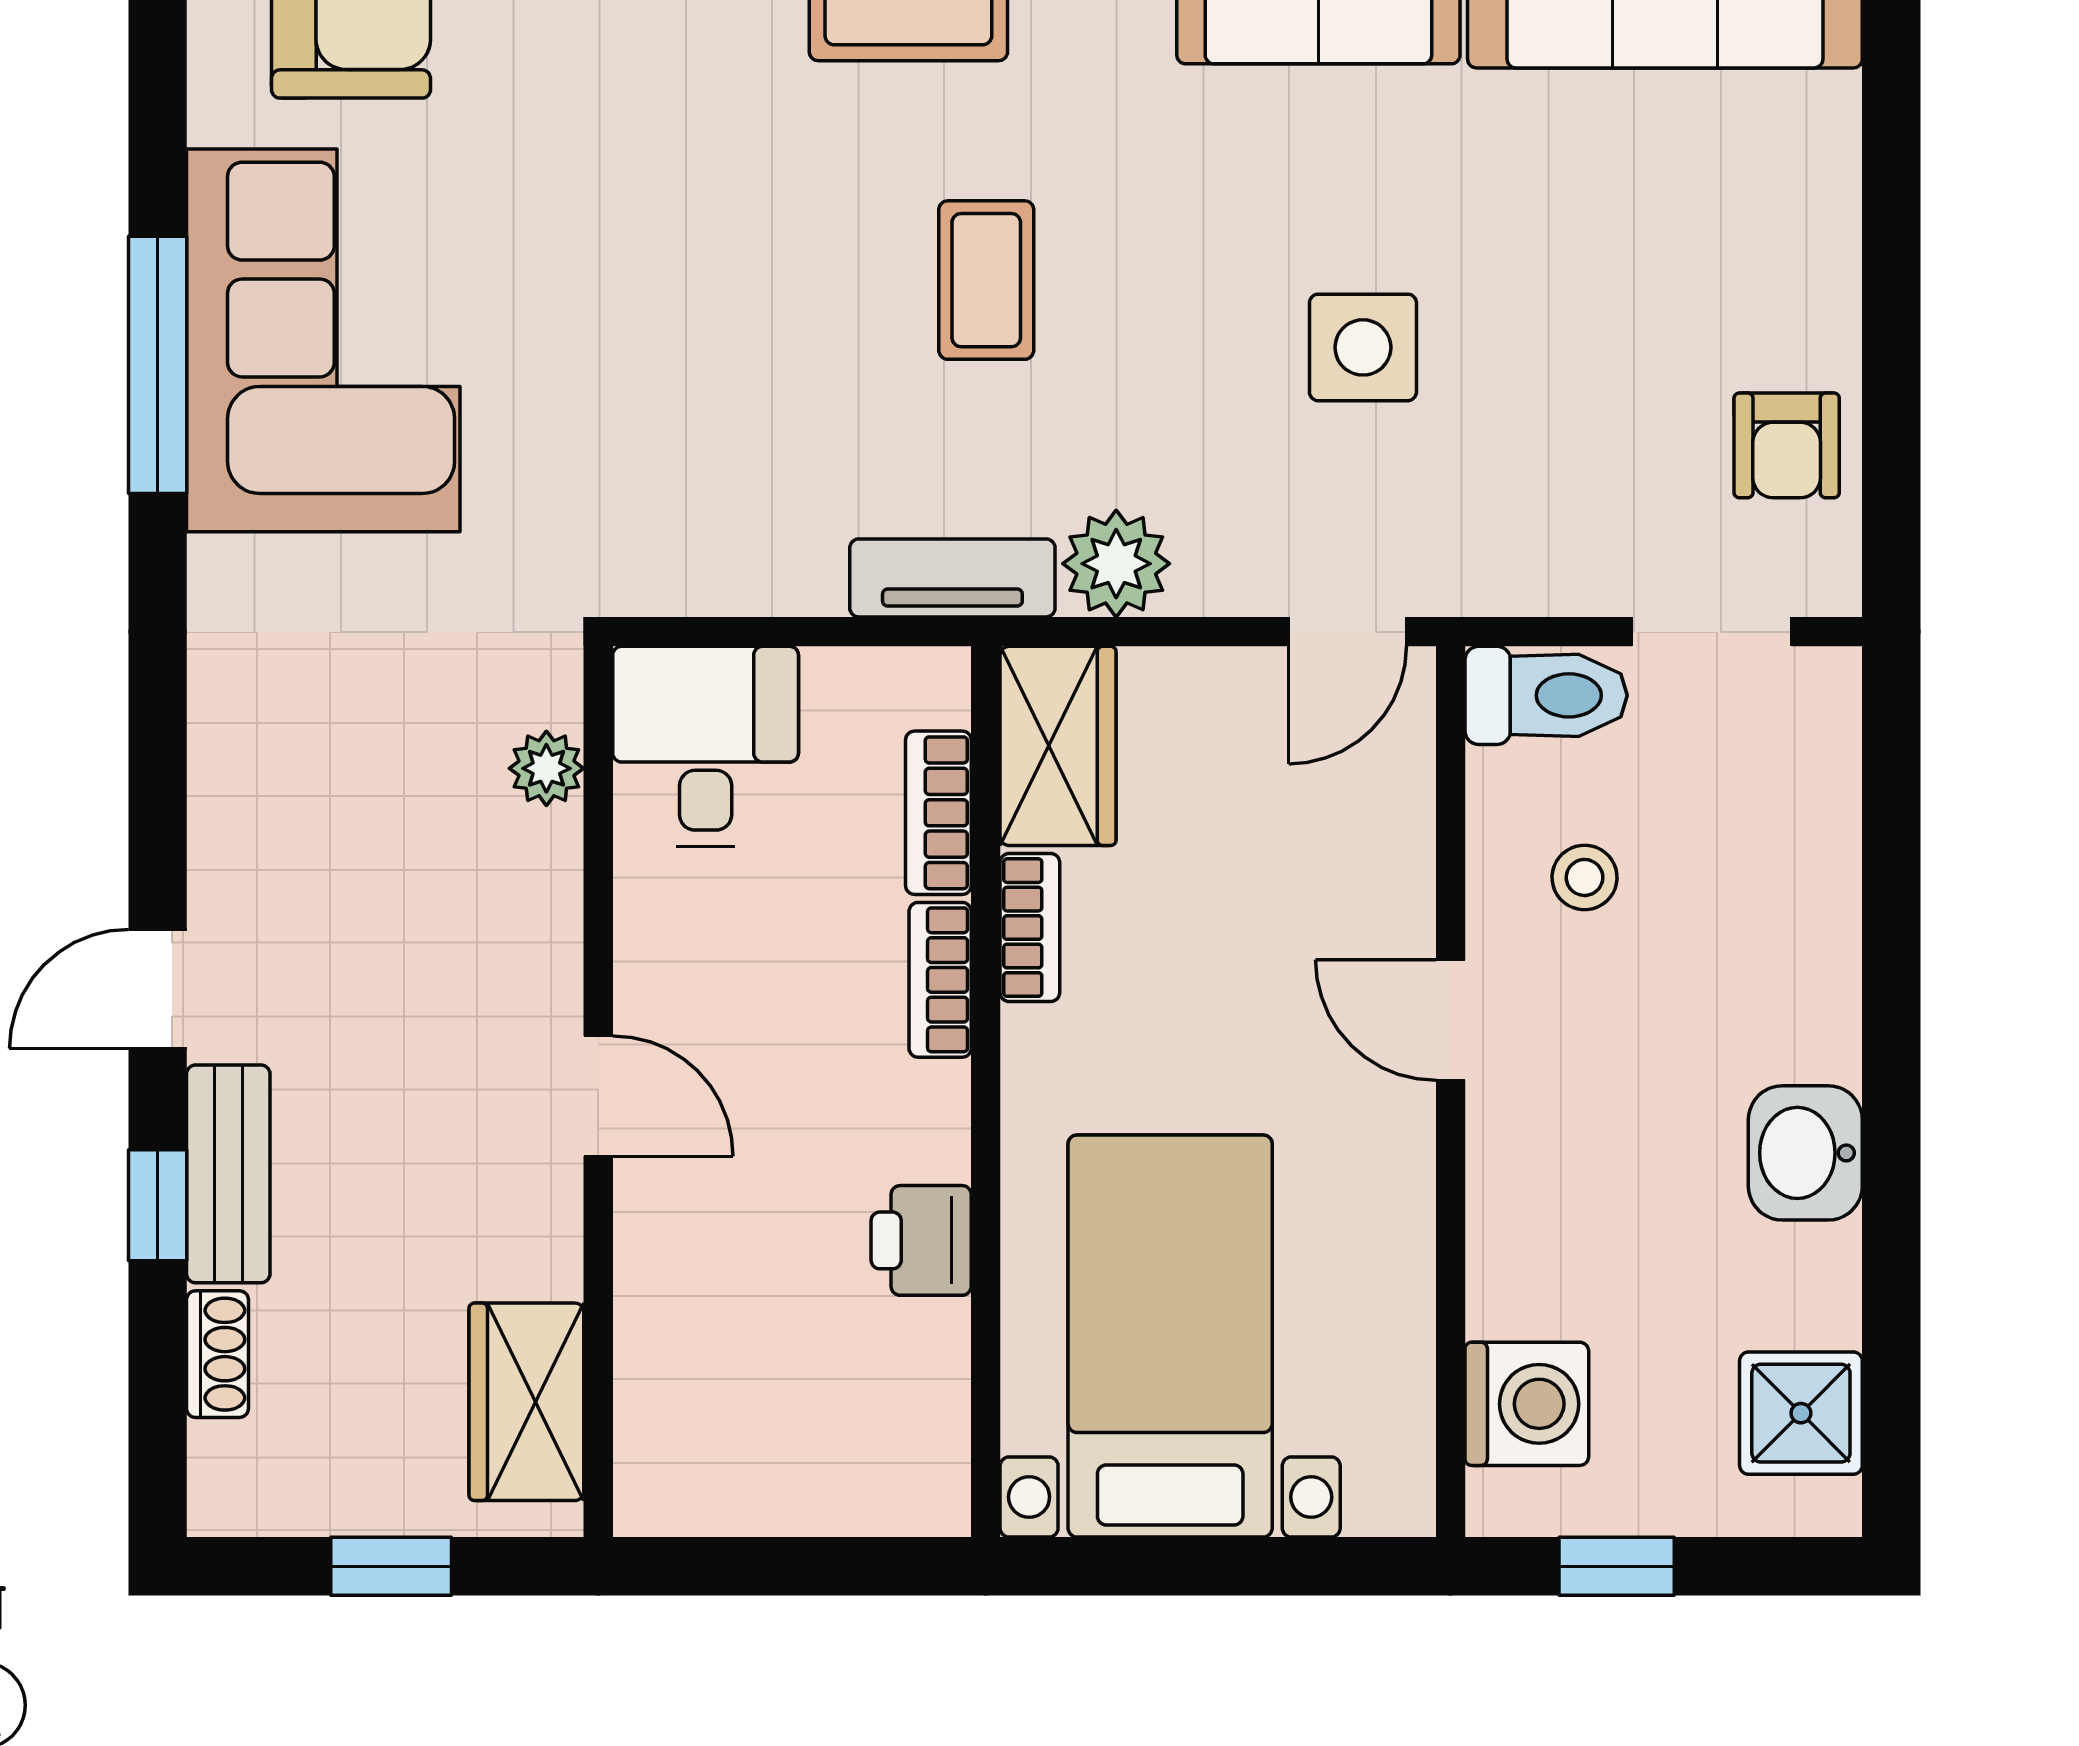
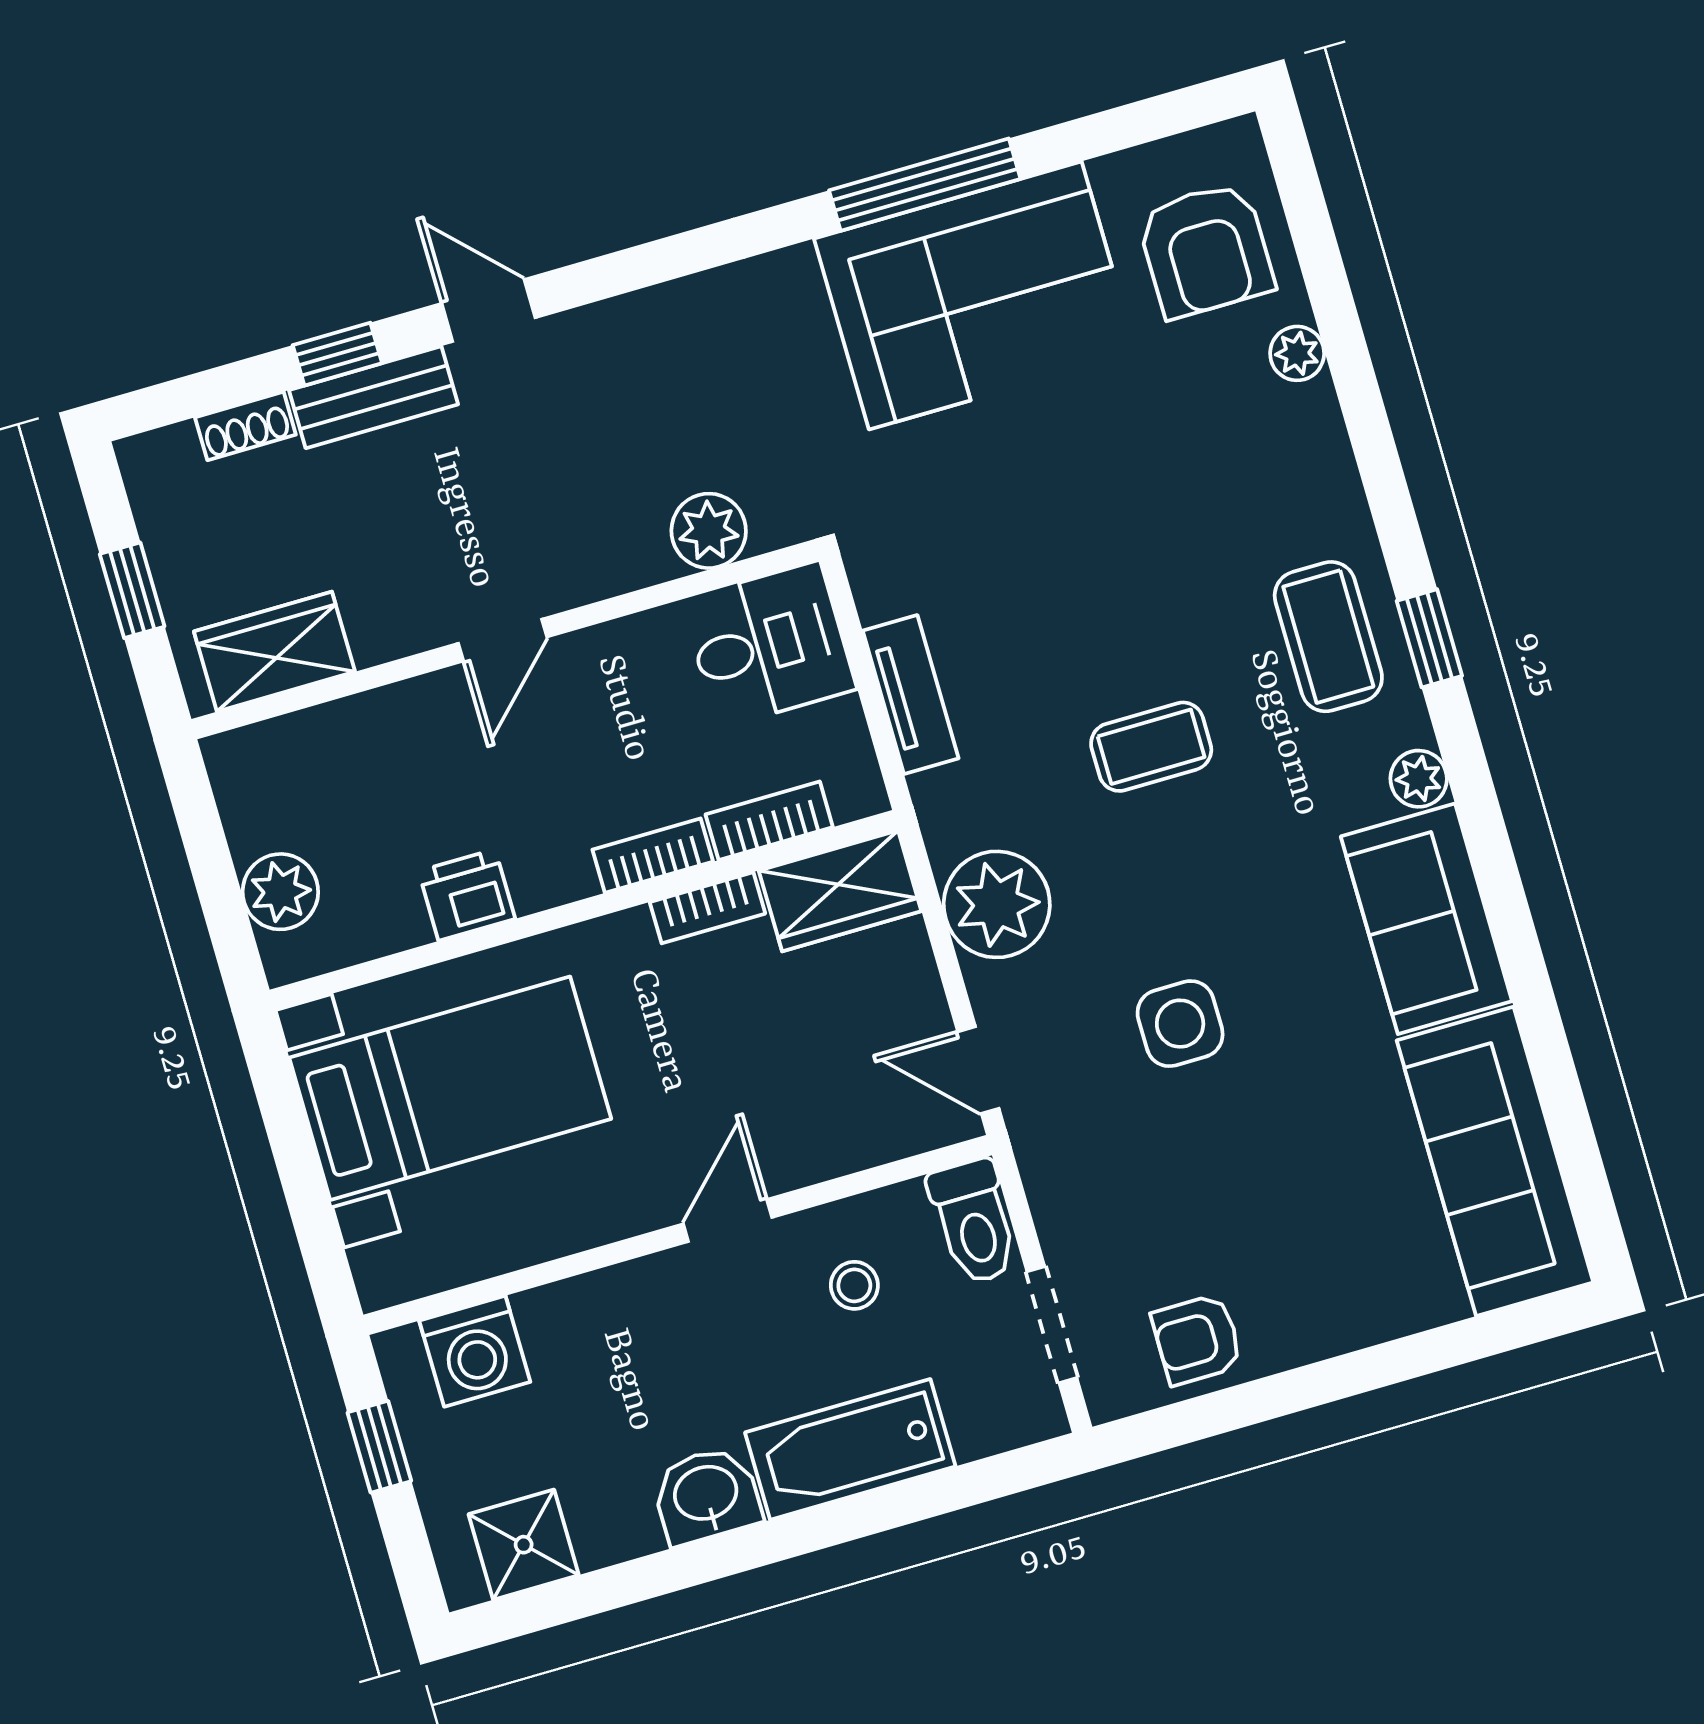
plant: (1116, 564) -> (997, 904), width x1.36, depth x1.36
tv unit: (952, 578) -> (911, 695), moved
plant: (546, 768) -> (709, 531), width x1.38, depth x1.38
bathtub: (1800, 945) -> (850, 1449), added
plant: (846, 1485) -> (280, 892), added

